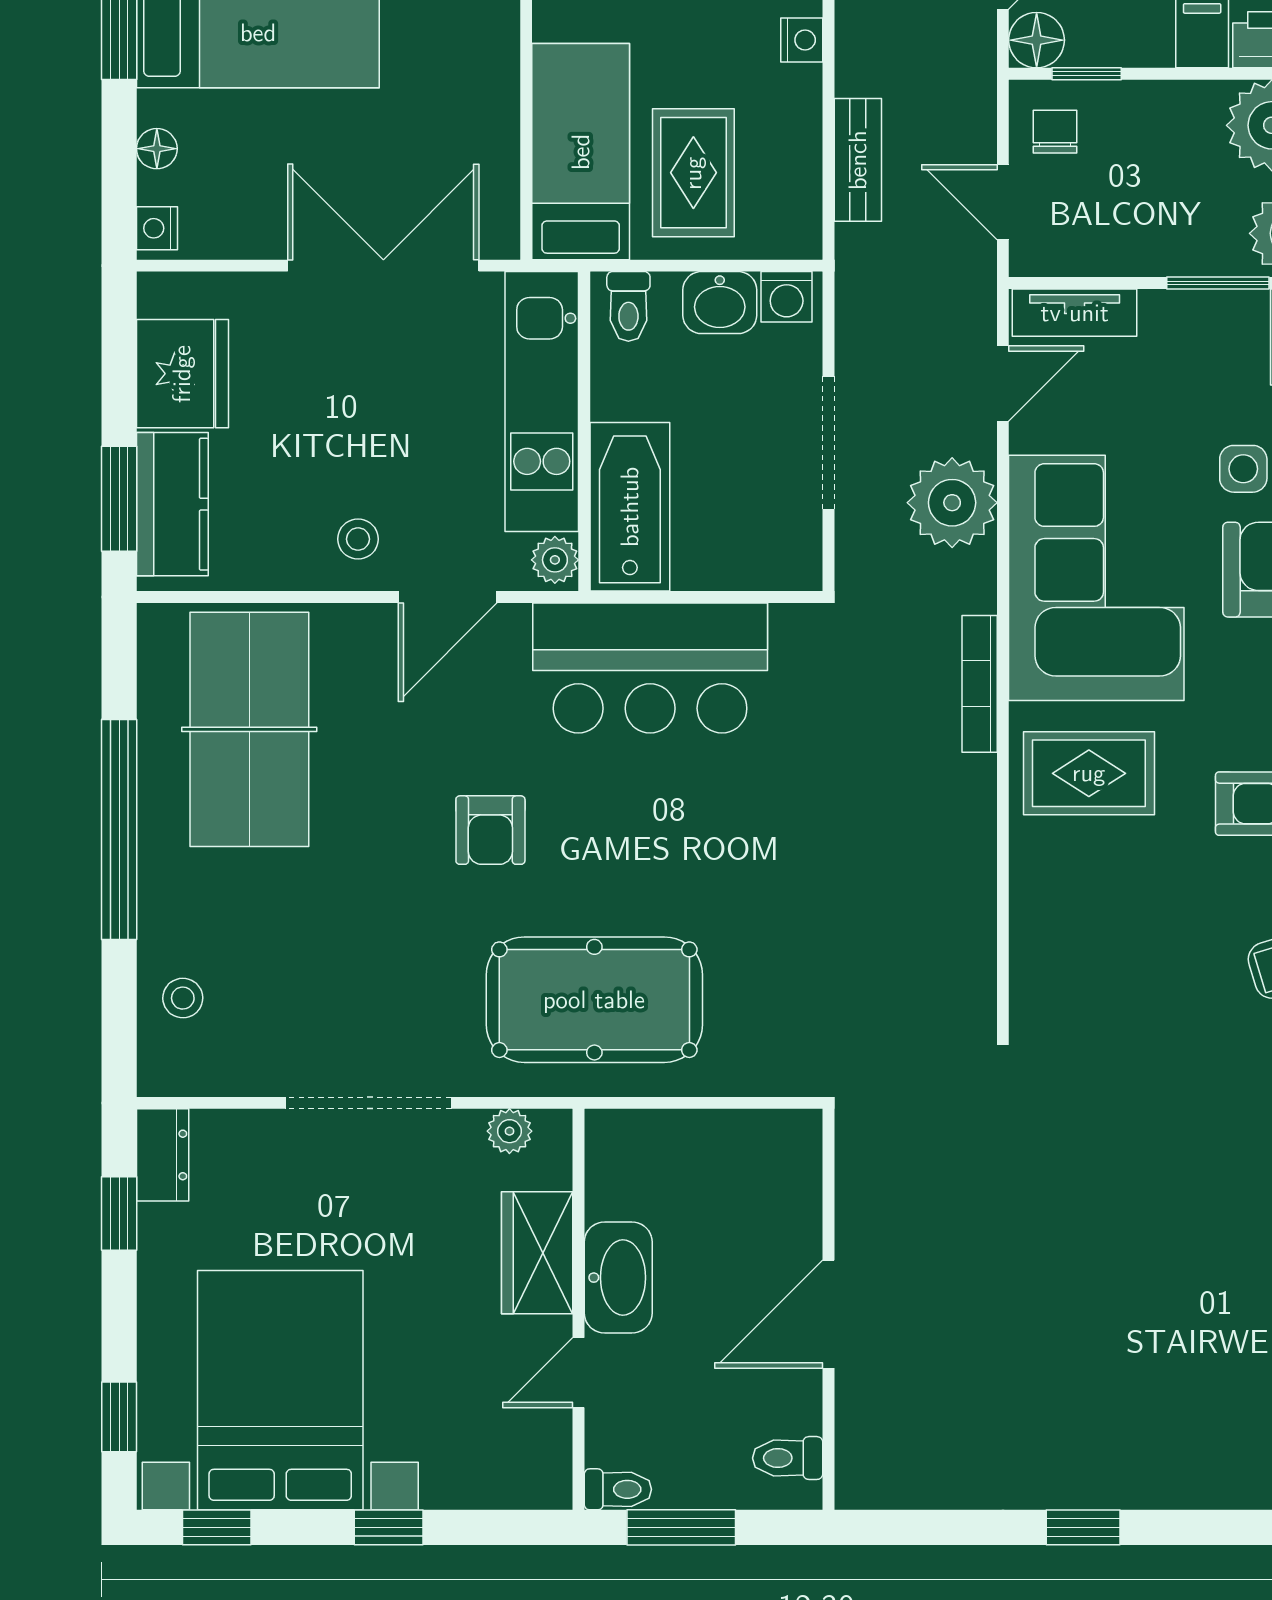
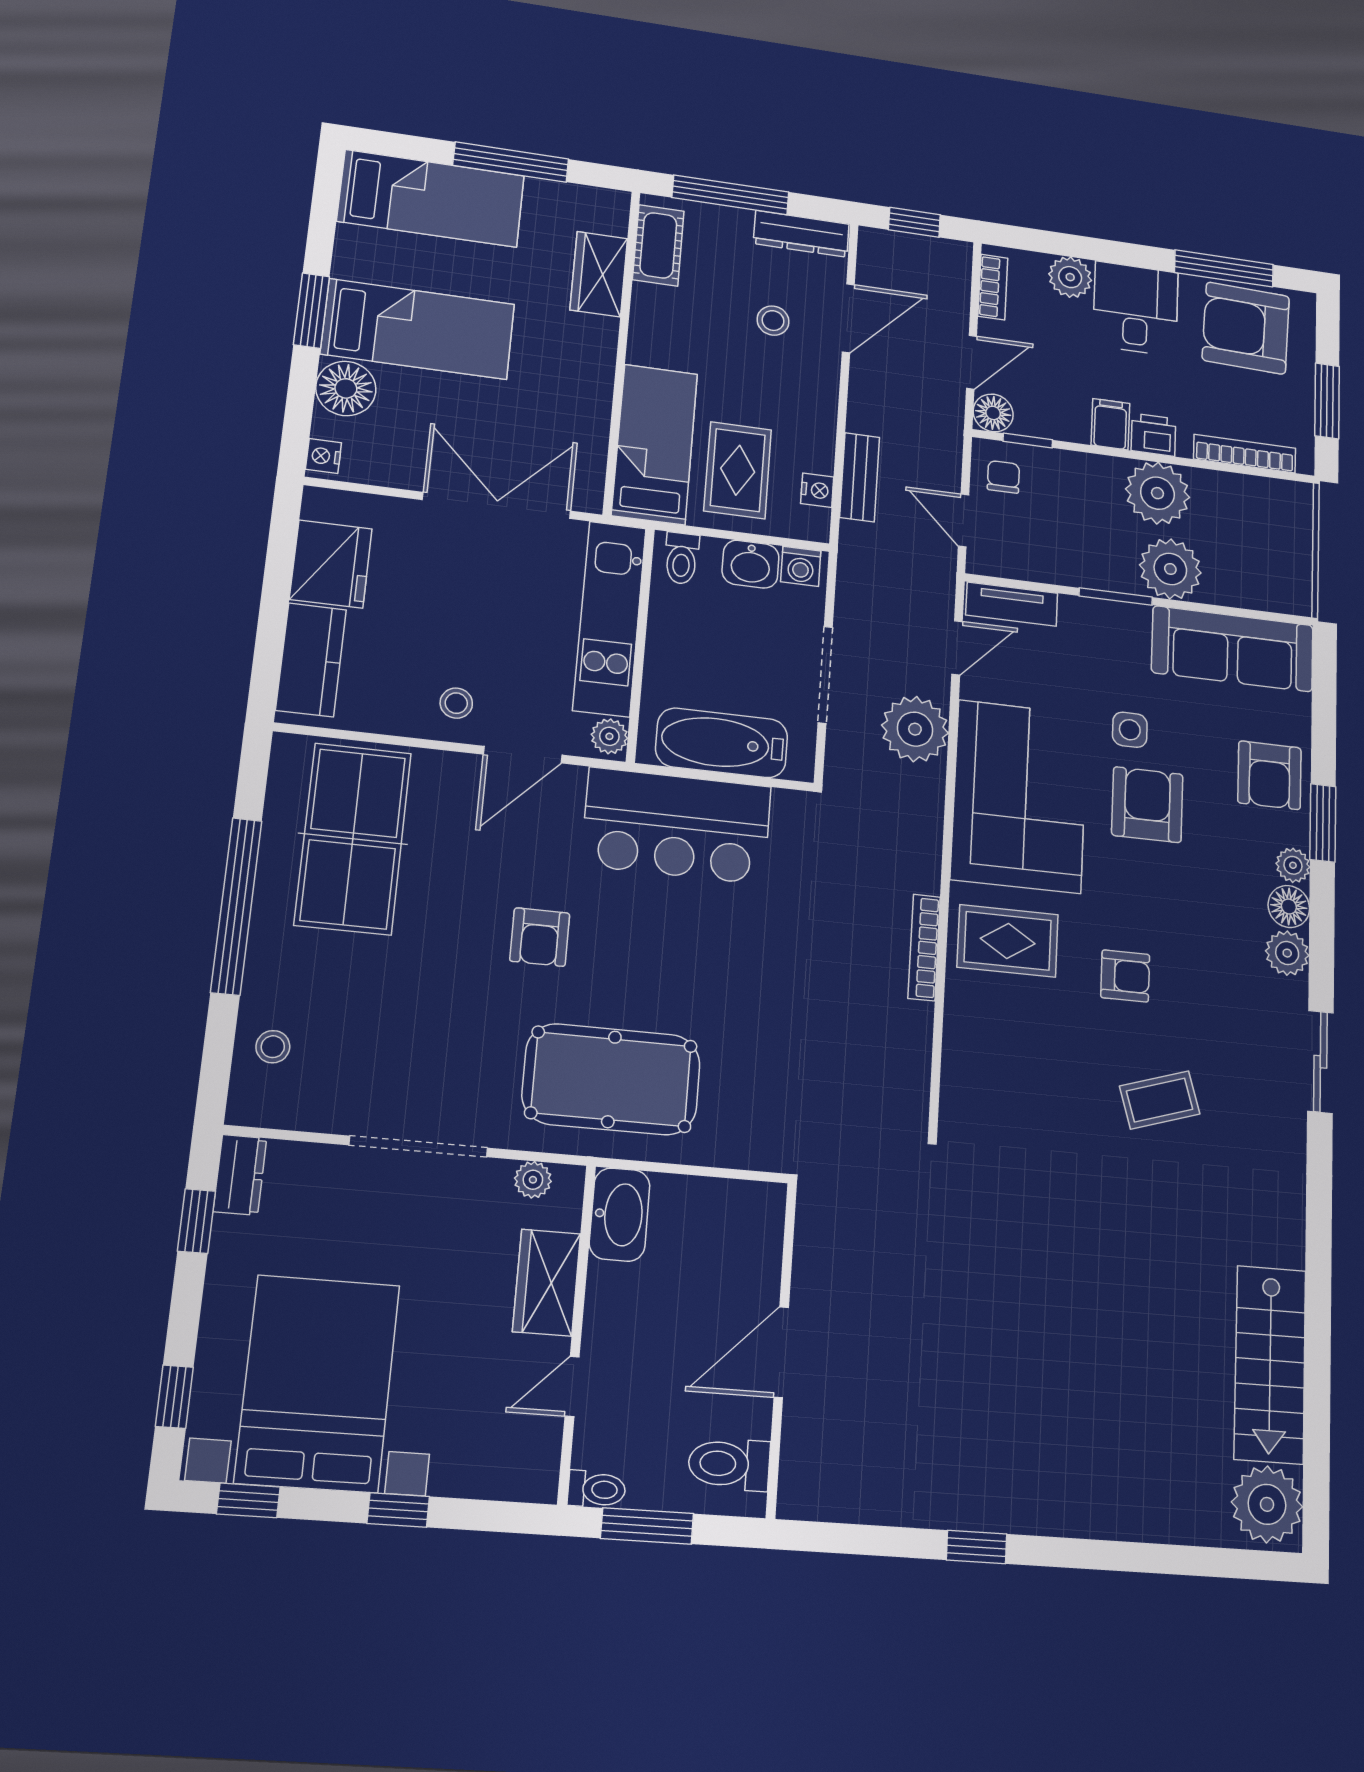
nightstand: (802, 40) -> (817, 490), moved
floor lamp: (157, 149) -> (346, 388), width x1.89, depth x1.89
window: (119, 499) -> (269, 651), removed
bathtub: (630, 507) -> (722, 743), moved, turned -90
bookcase: (980, 684) -> (924, 947), moved
washbasin: (618, 1278) -> (620, 1215), moved
toilet: (788, 1458) -> (729, 1464), width x1.37, depth x1.39

